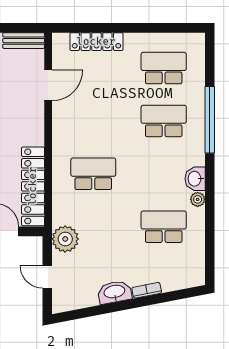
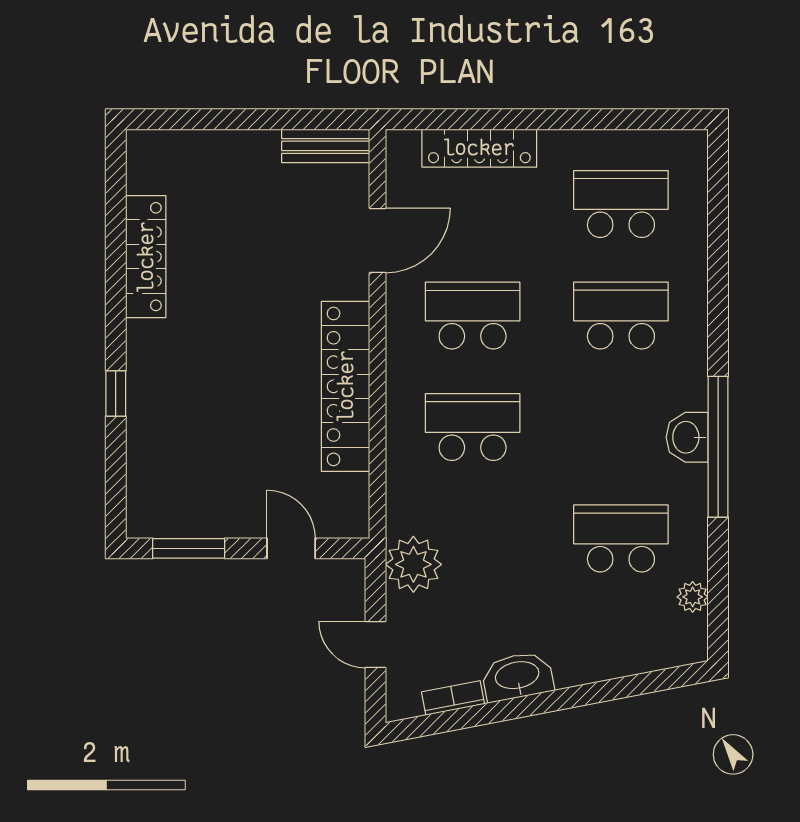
window: (210, 120) -> (718, 447), moved
school desk: (93, 121) -> (473, 315), added
locker: (33, 186) -> (346, 386), moved
plant: (198, 199) -> (693, 597), moved
bookcase: (147, 290) -> (453, 698), moved

